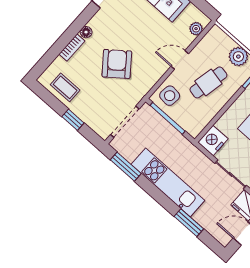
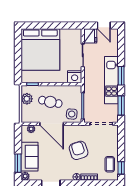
door: (180, 60) -> (52, 124), width x1.88
armchair: (117, 64) -> (79, 150), turned 110
window: (73, 120) -> (121, 168), moved
window: (189, 223) -> (121, 76), moved

